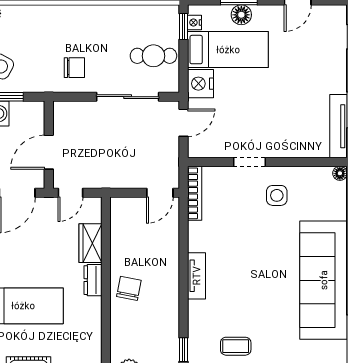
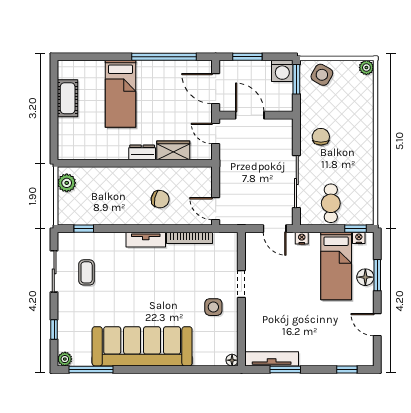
chair: (74, 68) -> (321, 137), turned 180
nightstand: (200, 84) -> (302, 238), width x0.53, depth x0.56
bookcase: (195, 193) -> (190, 238), moved
chair: (129, 288) -> (160, 199), moved

